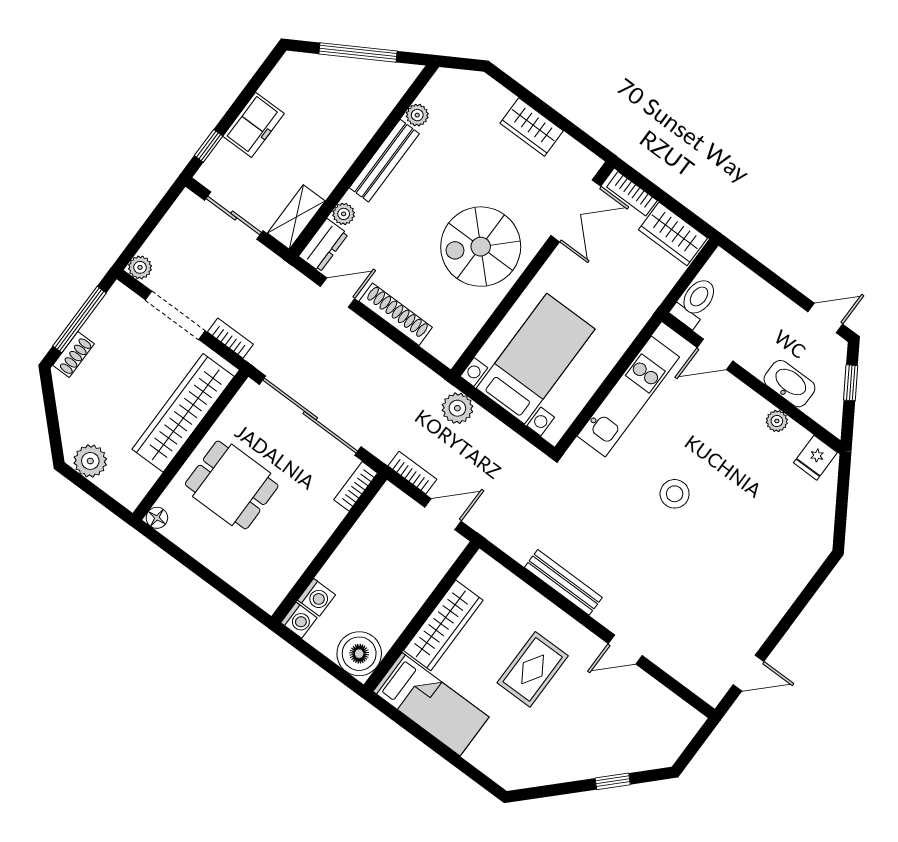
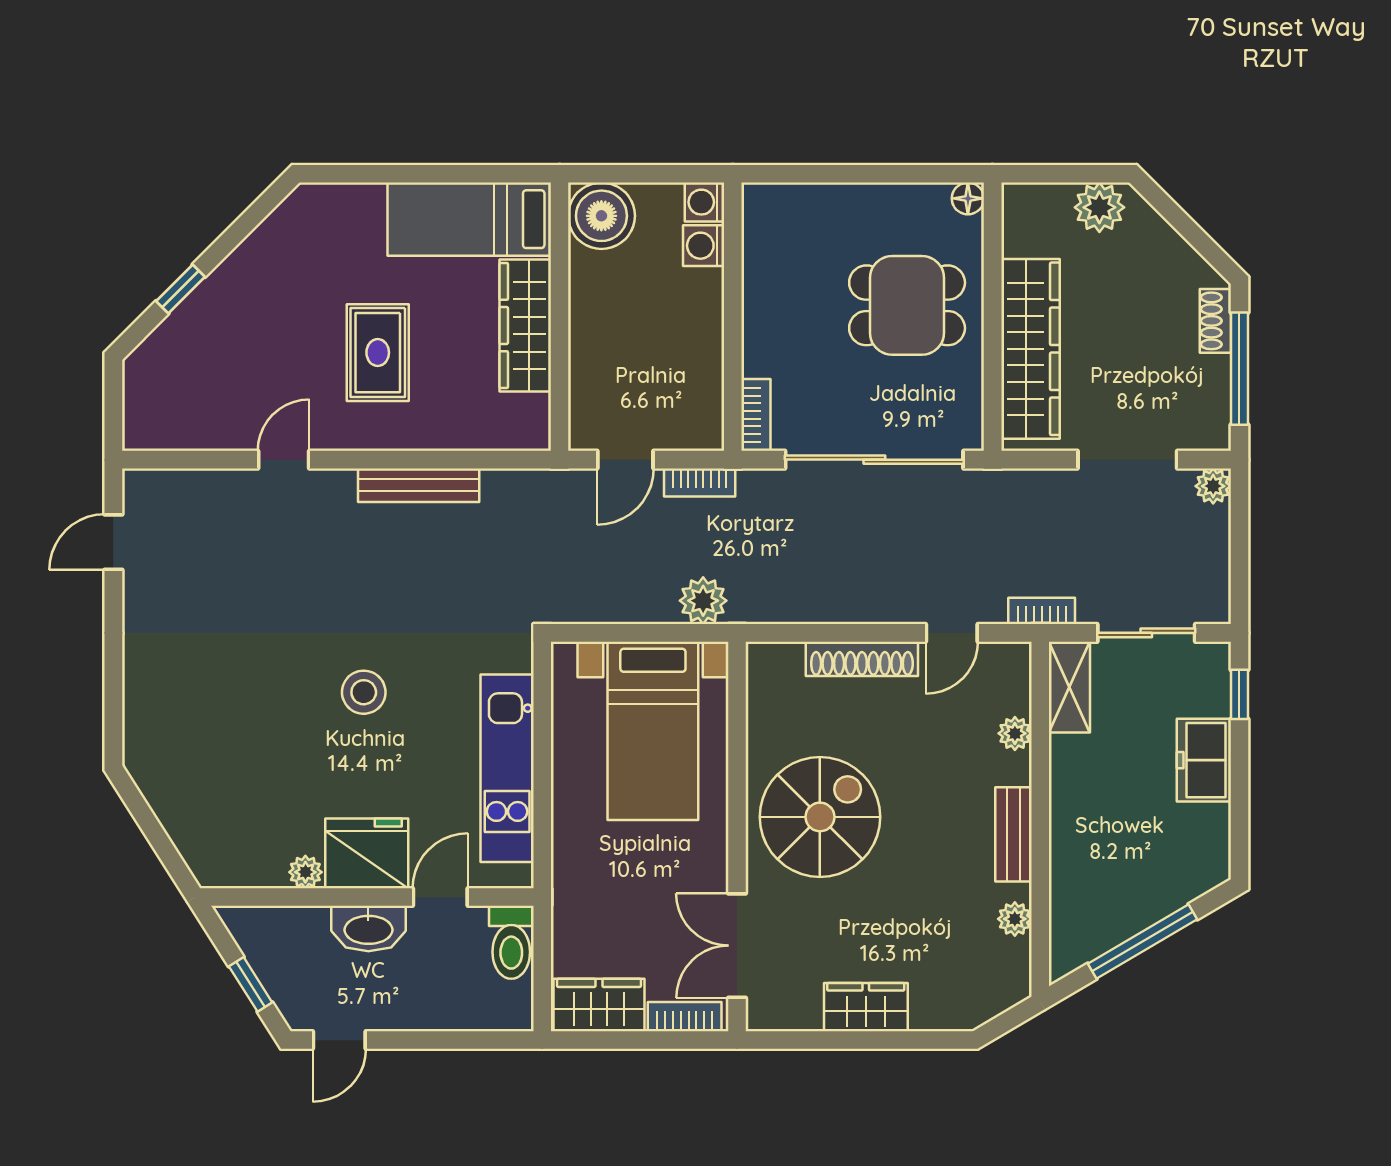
bench: (384, 161) -> (1014, 834), width x0.73
dresser: (323, 245) -> (1011, 677), removed
bookcase: (230, 338) -> (1042, 611), moved, turned 180
washbasin: (789, 384) -> (368, 929), moved
fridge: (815, 458) -> (367, 853), moved, width x1.88, depth x1.34

